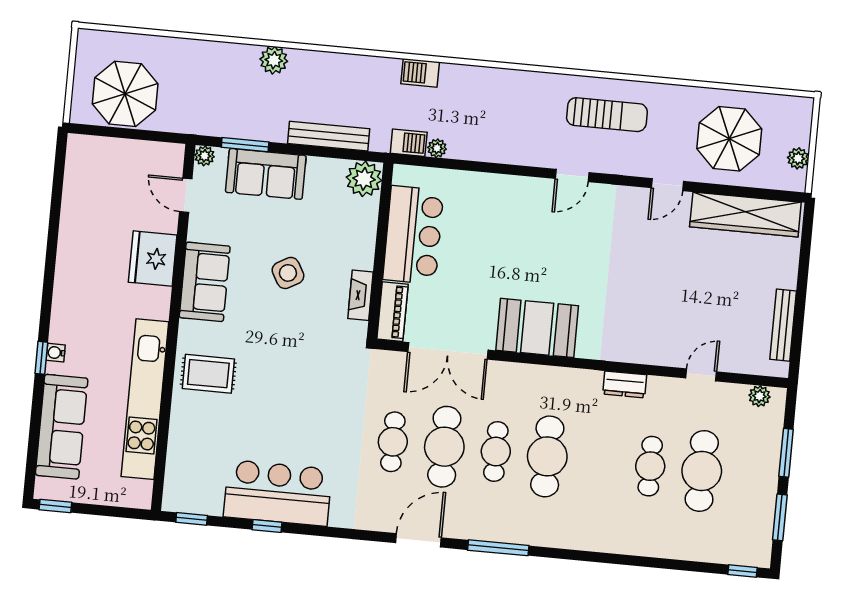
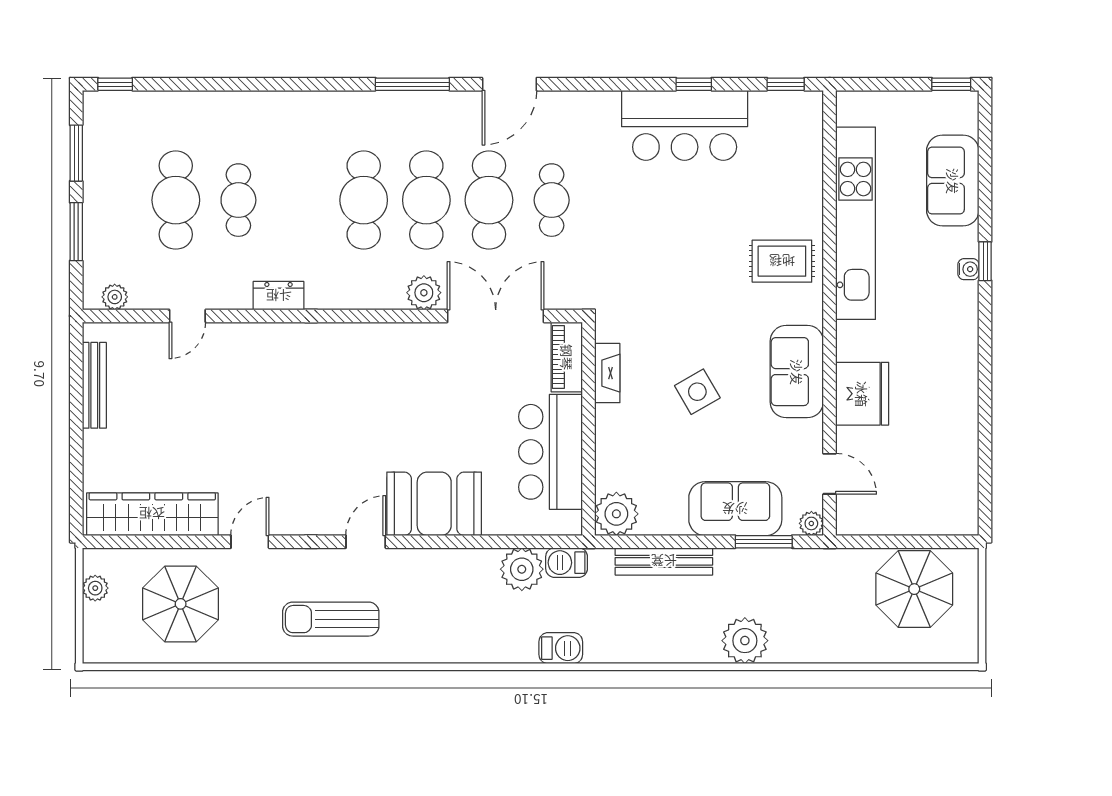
plant: (274, 60) -> (745, 641), width x1.36, depth x1.36
plant: (437, 148) -> (522, 569), width x1.88, depth x1.88
booth: (537, 328) -> (434, 504), moved
plant: (505, 376) -> (424, 293), added
sofa: (62, 427) -> (953, 181), width x0.73
cafe table: (496, 452) -> (426, 200), width x1.37, depth x1.35

